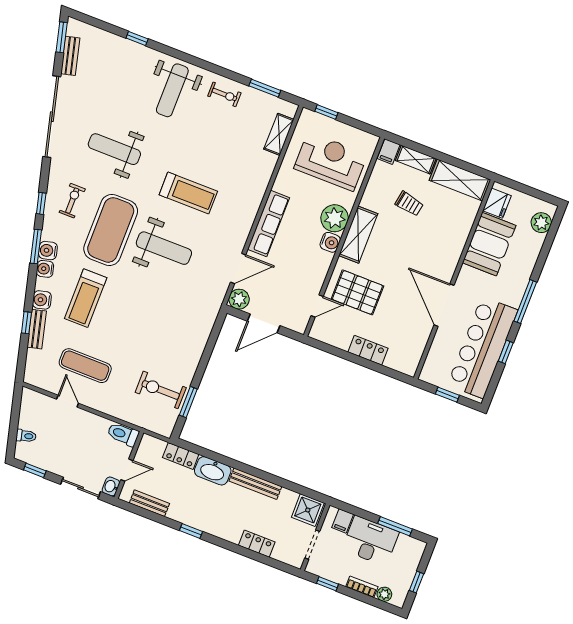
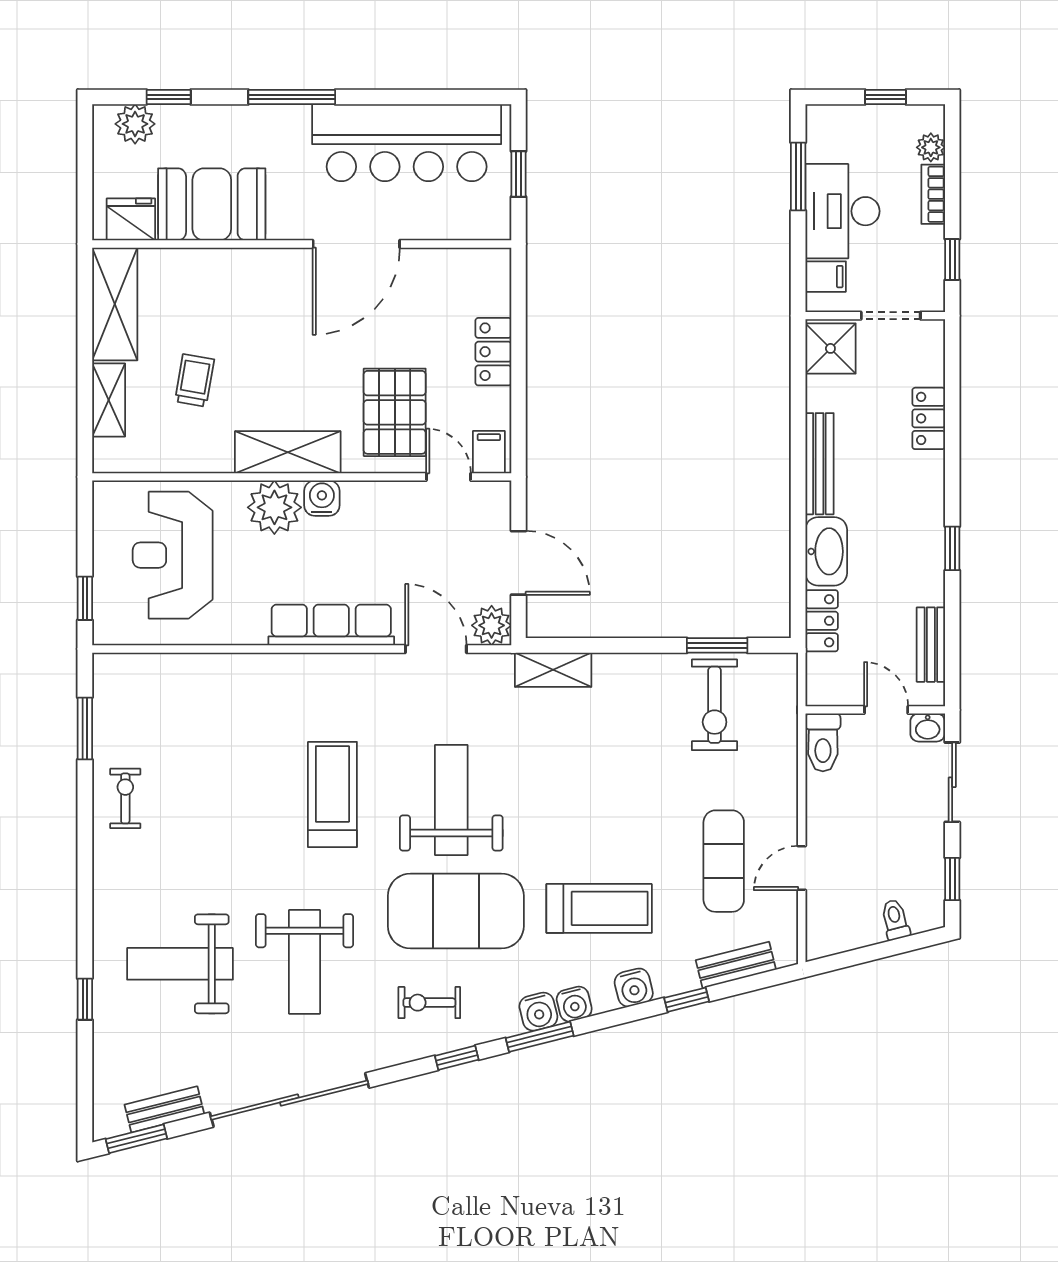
weight bench: (172, 90) -> (180, 964), moved, turned 180
shelving: (279, 134) -> (553, 670), moved
filing cabinet: (389, 152) -> (489, 452), moved, turned -90
bench: (37, 329) -> (736, 965), moved
window: (506, 352) -> (169, 97), moved

